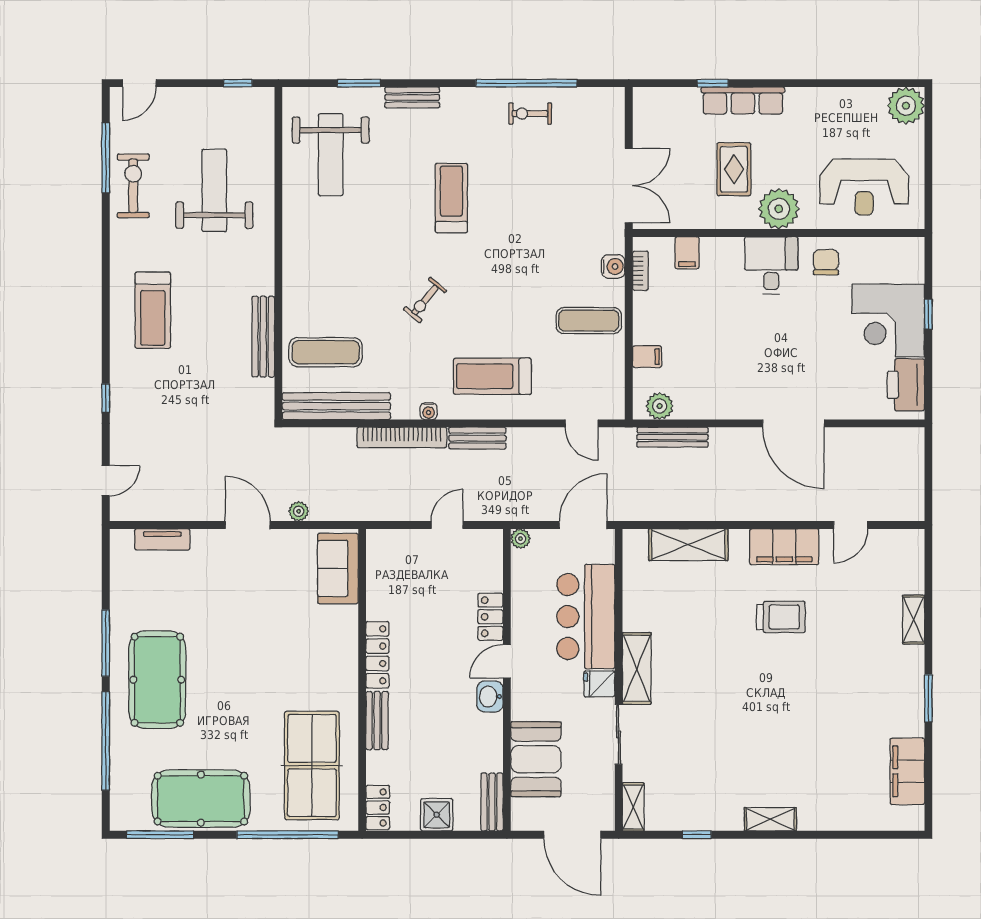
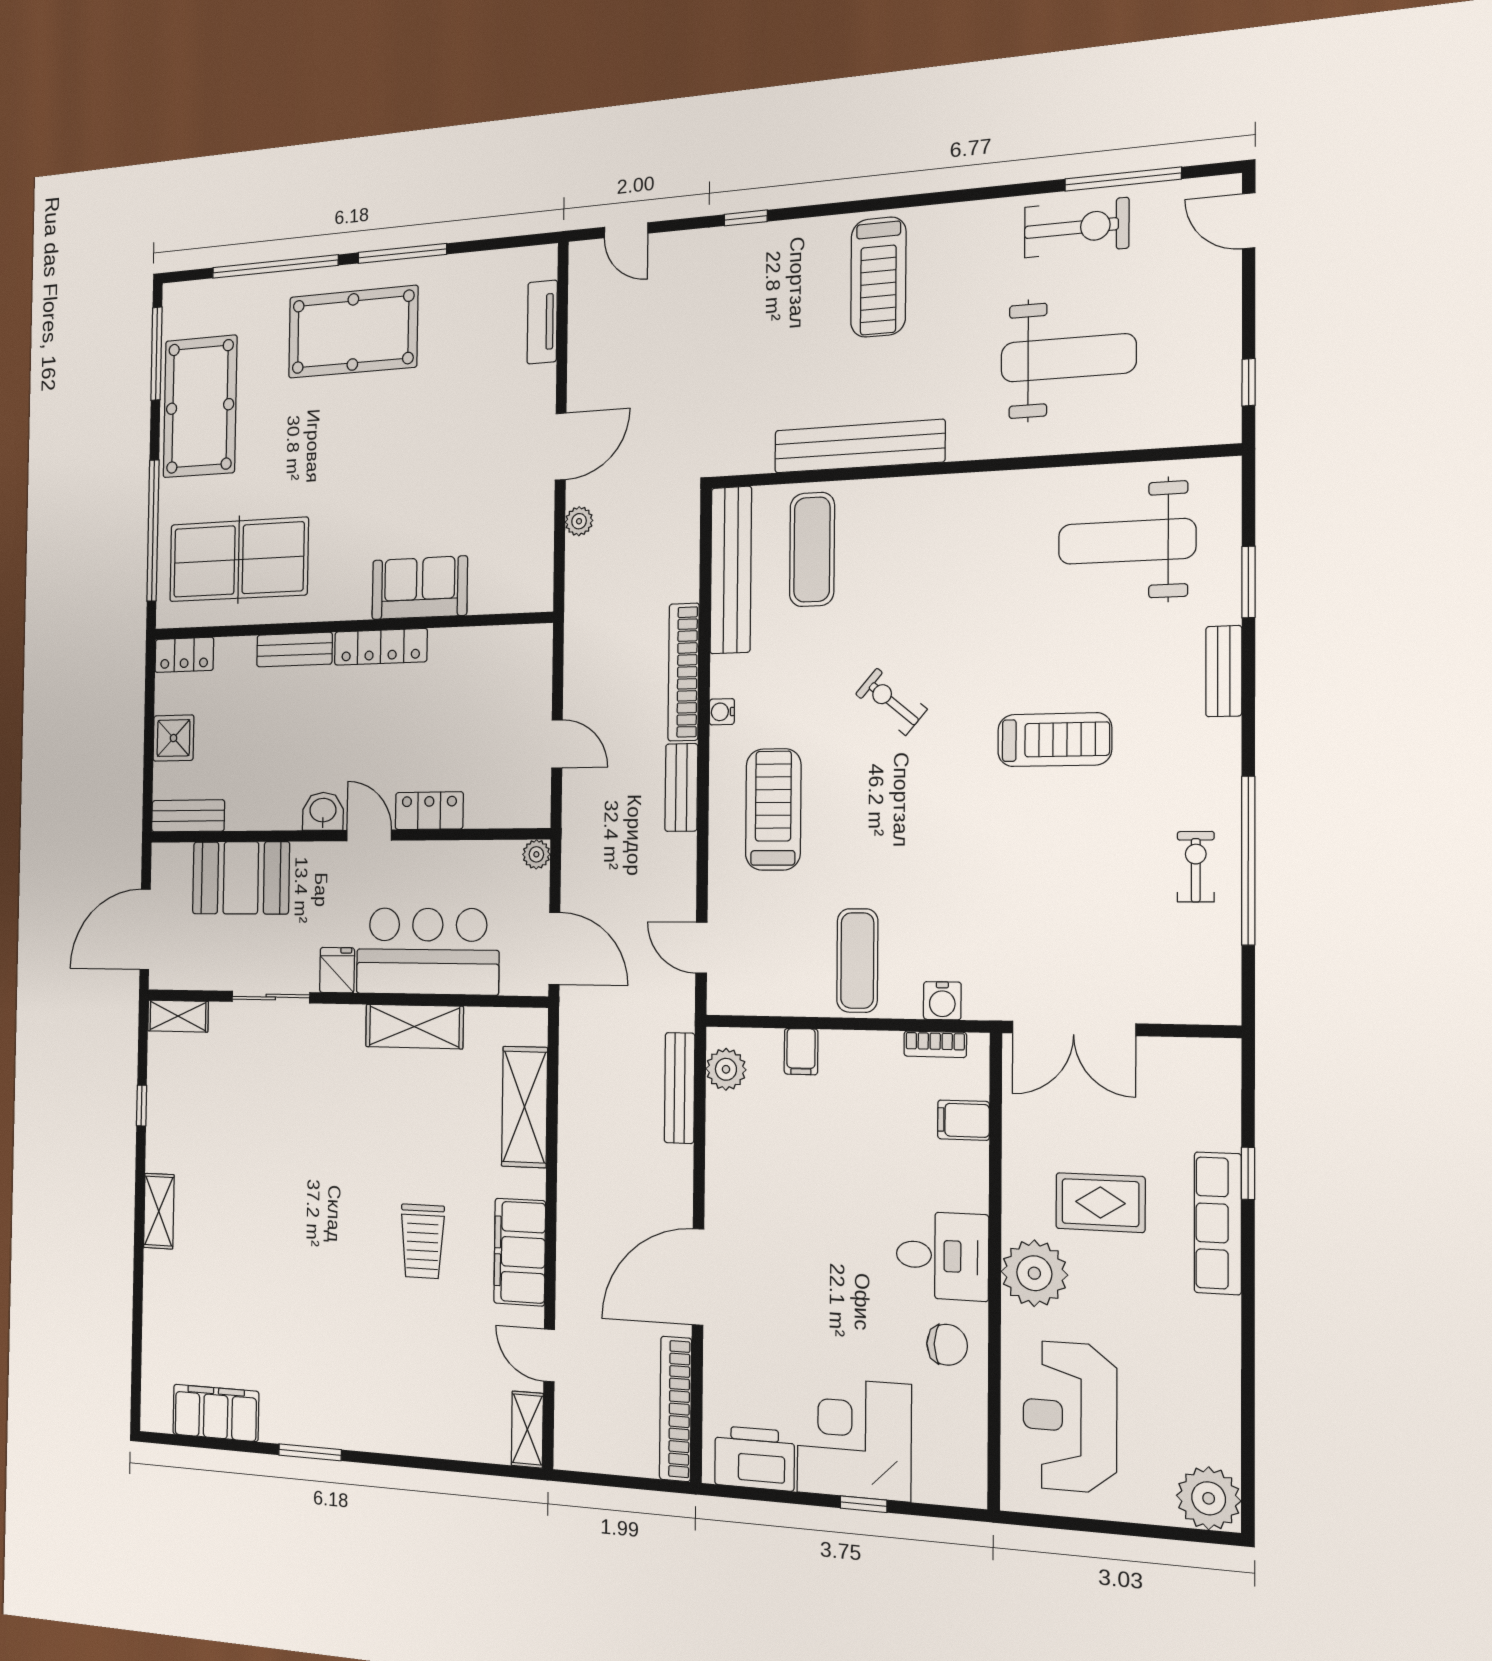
treadmill: (153, 310) -> (878, 277), turned -90
bench: (263, 337) -> (859, 446), width x1.37, depth x1.21
door: (582, 423) -> (701, 948), hinge flipped
bookcase: (879, 438) -> (676, 1409), added
sofa: (338, 568) -> (420, 588), moved
shelving: (914, 620) -> (527, 1429), moved, turned 90
shelving: (637, 668) -> (414, 1027), moved

